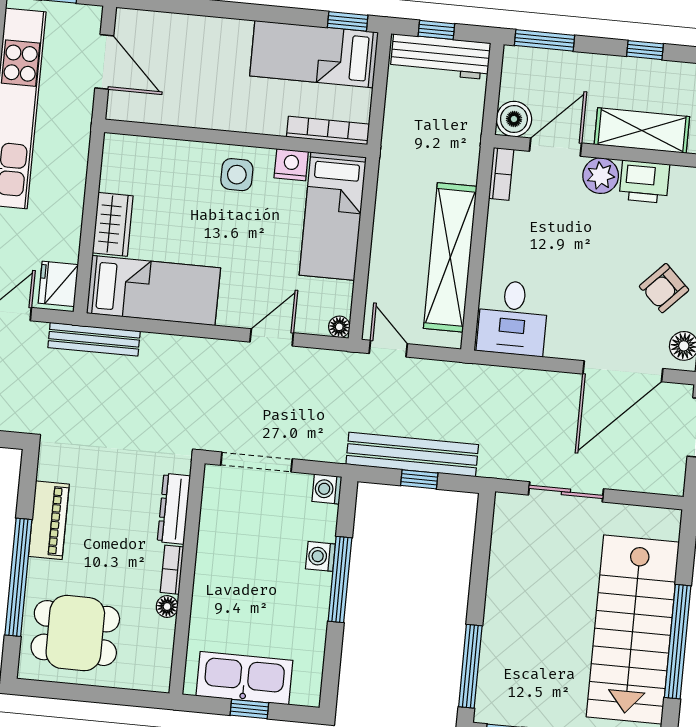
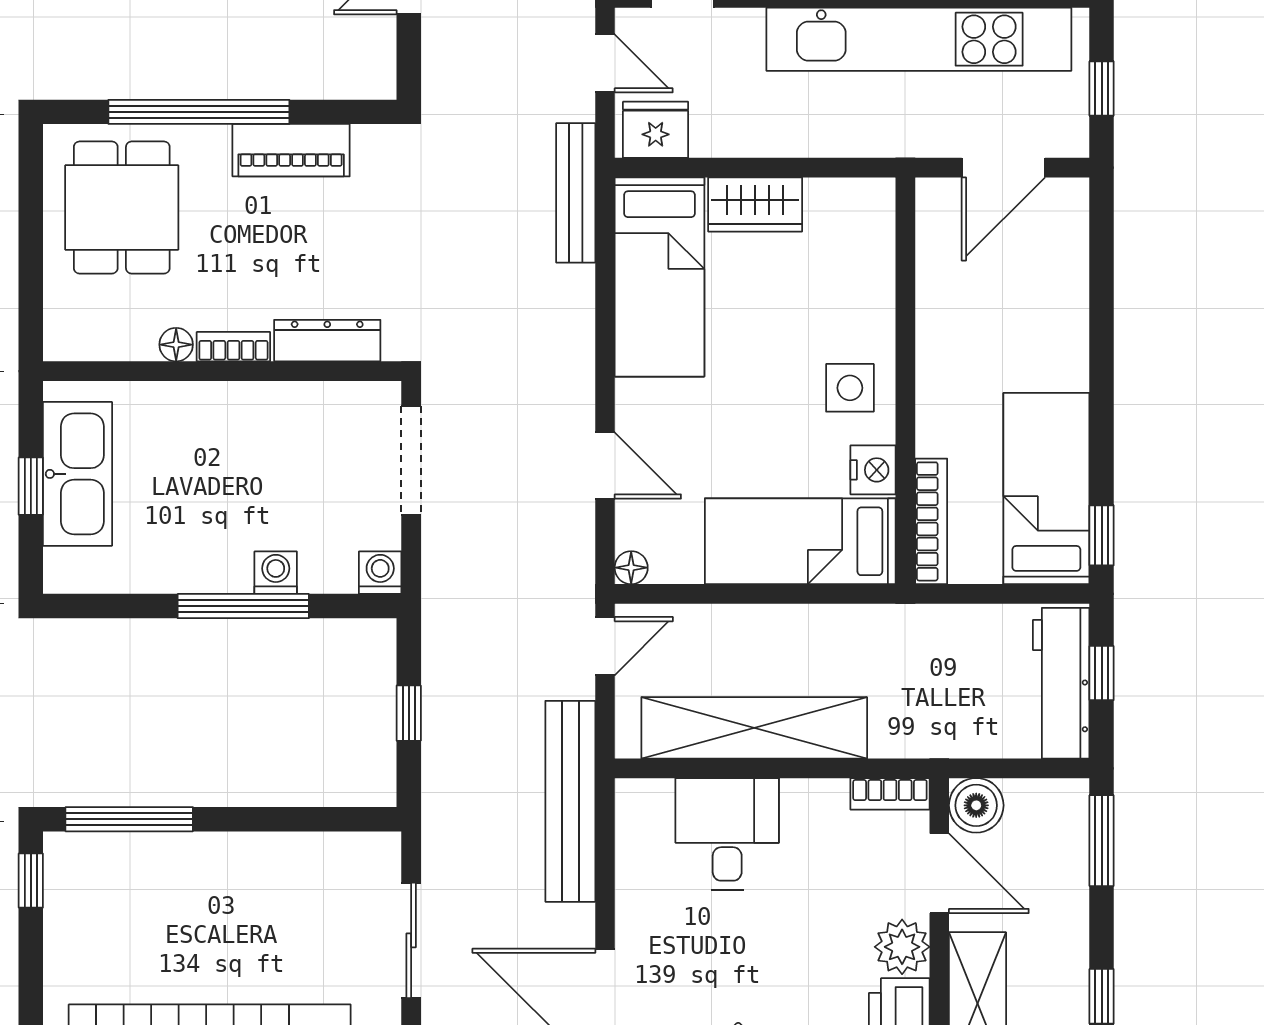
desk: (513, 318) -> (727, 834), moved, turned 90
bench: (412, 454) -> (570, 801), moved

